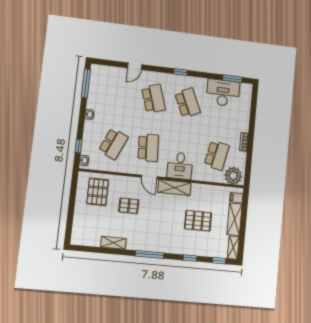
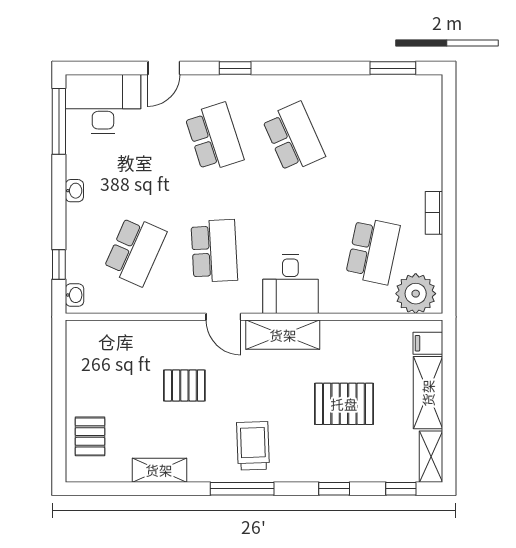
window: (181, 72) -> (235, 68), moved
desk: (223, 93) -> (103, 104), moved
pallet: (98, 192) -> (90, 436), moved, width x0.67, depth x0.71
trolley: (156, 236) -> (253, 446), added

